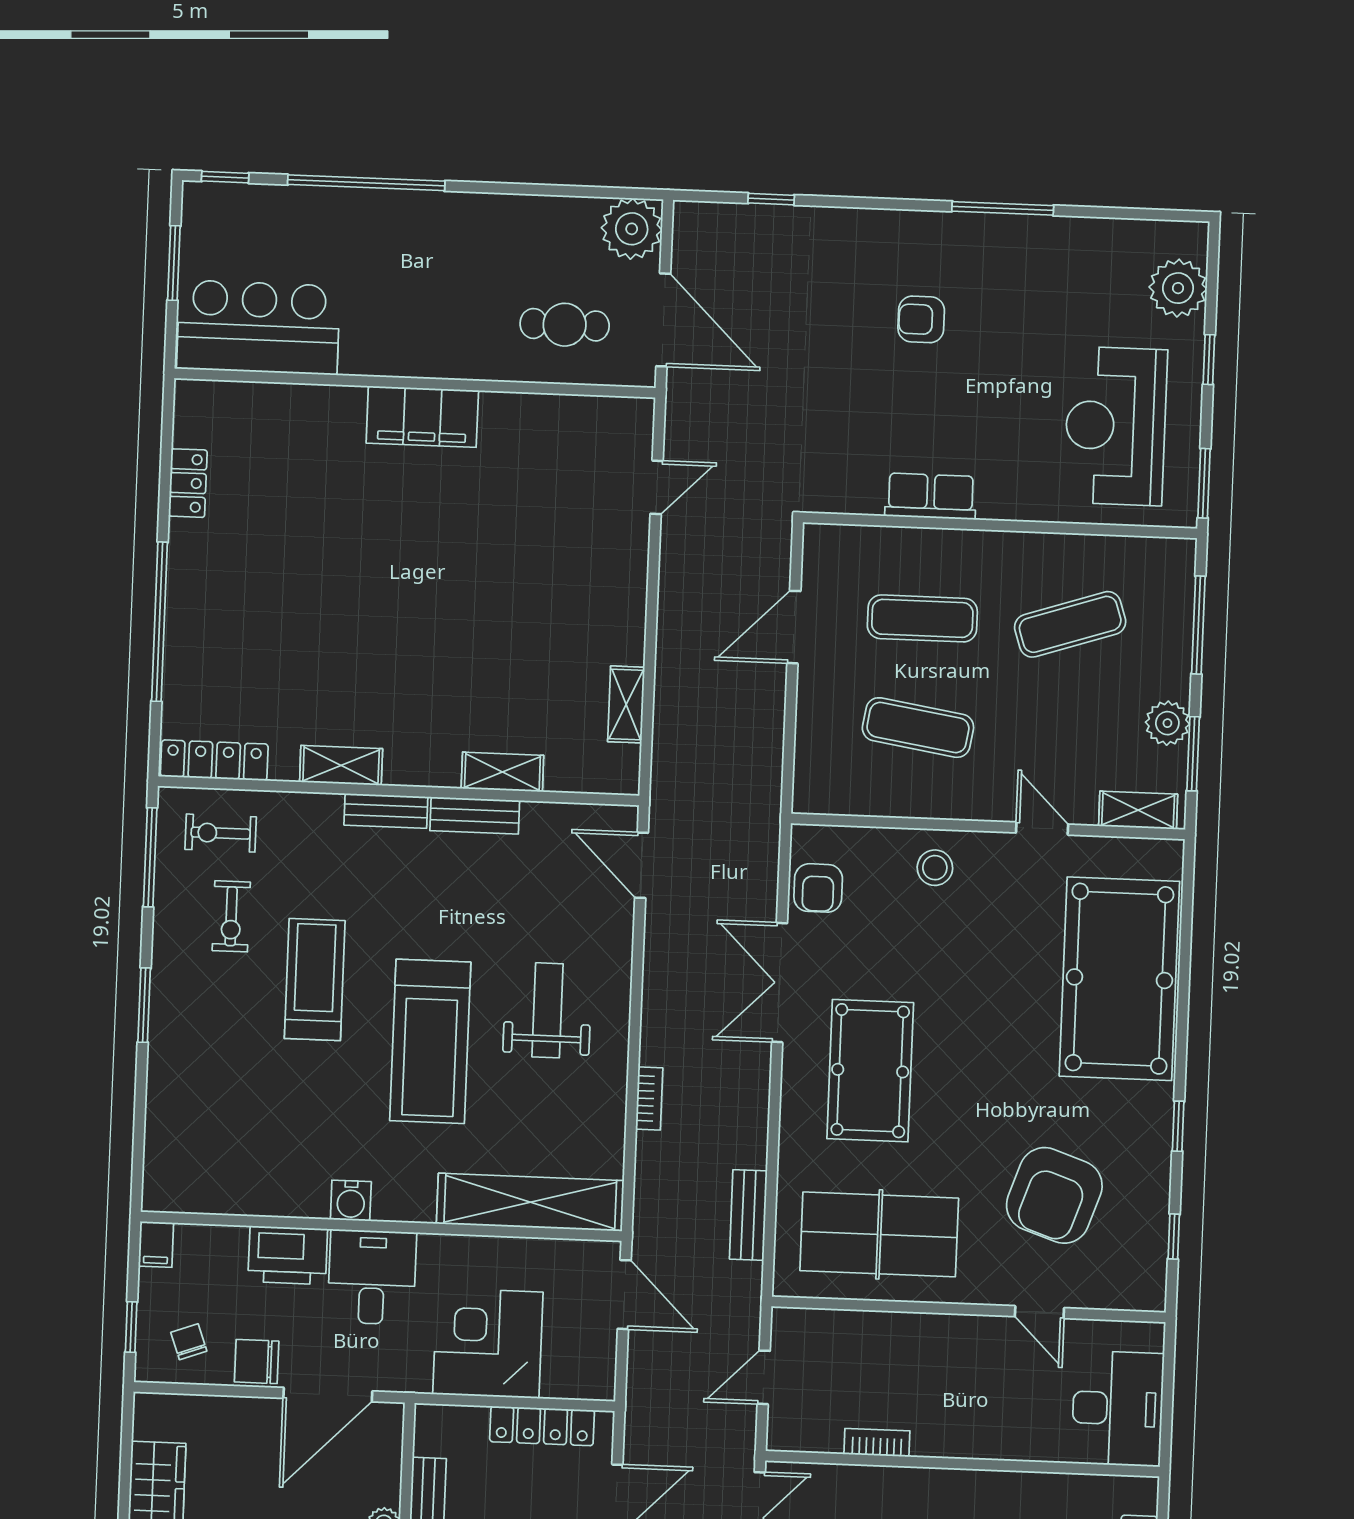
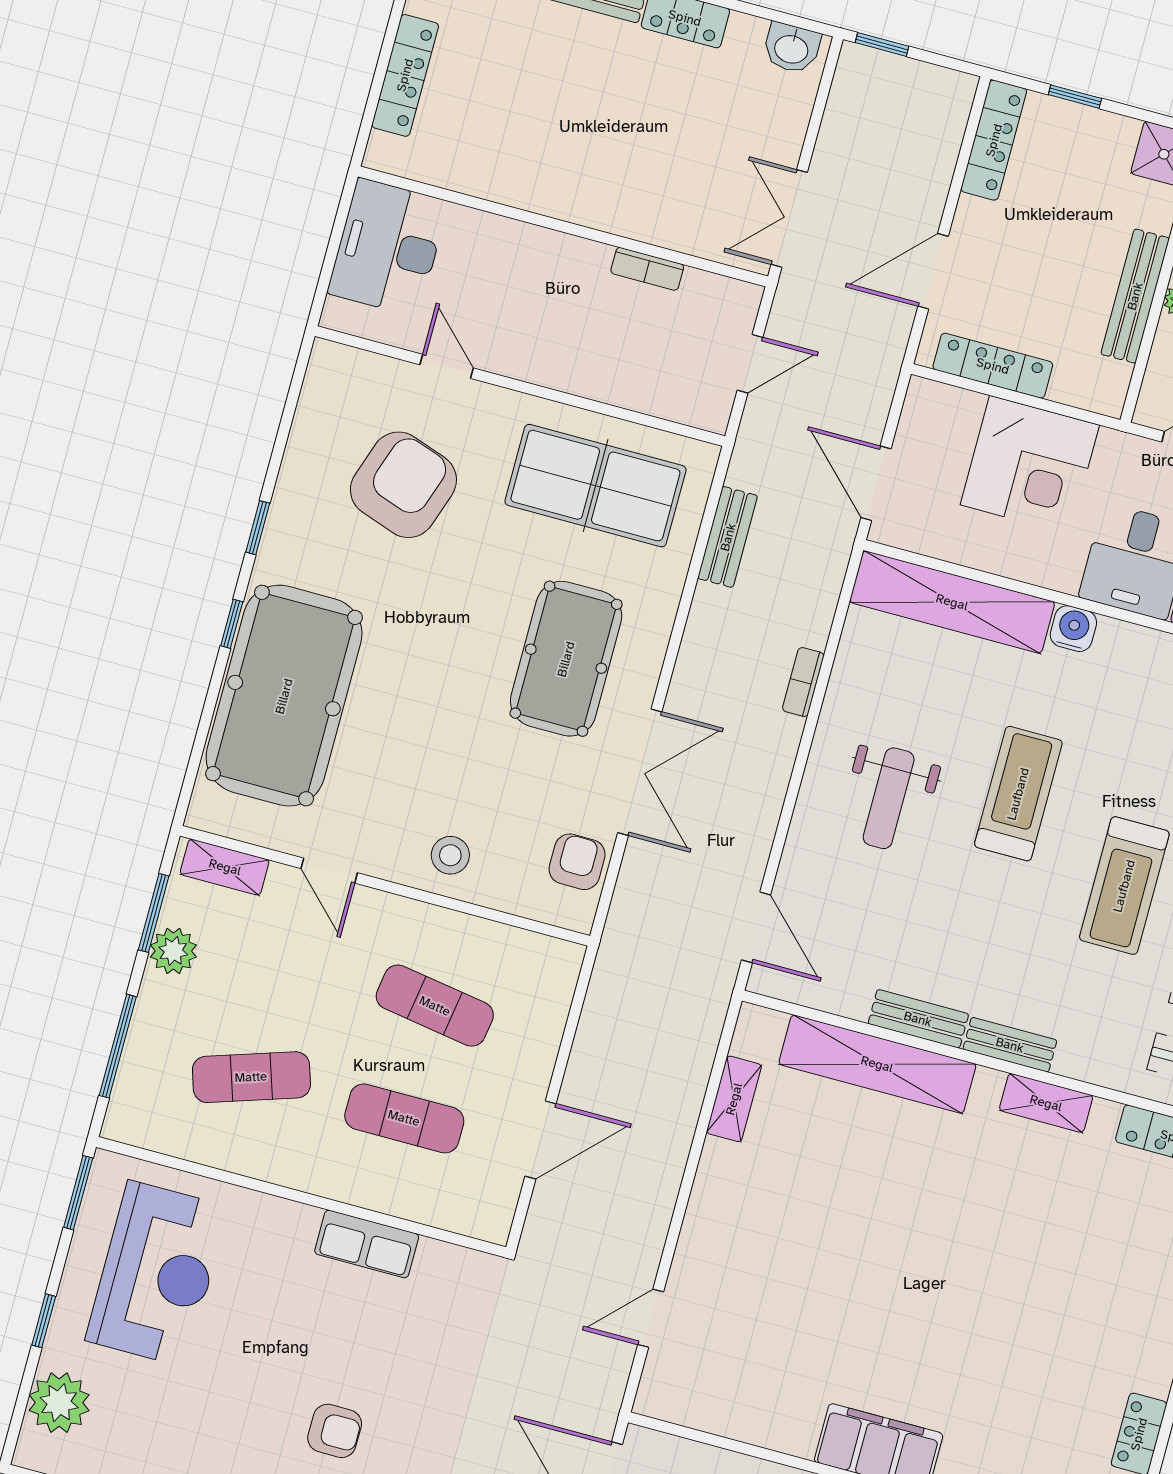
shelving: (502, 772) -> (877, 1064), width x2.20, depth x1.33
treadmill: (430, 1041) -> (1018, 794), width x0.73, depth x0.73
water cooler: (351, 1201) -> (1073, 629), moved
window: (1174, 1237) -> (232, 624), moved

